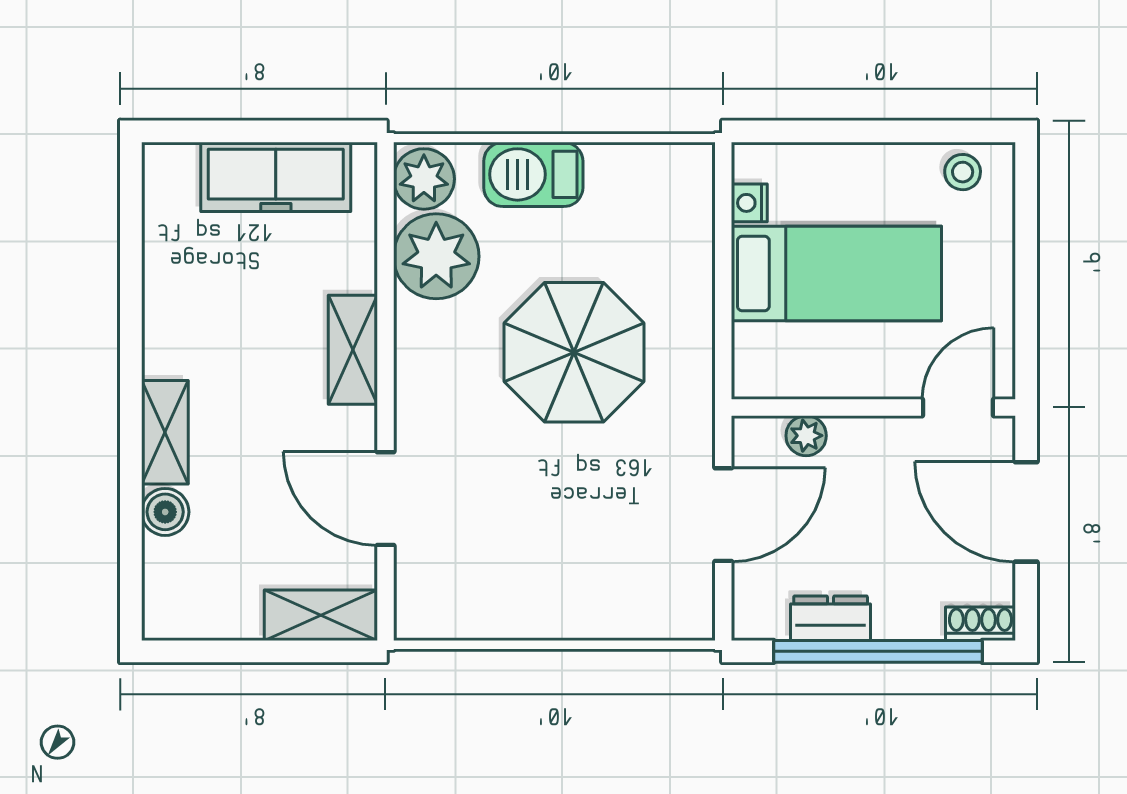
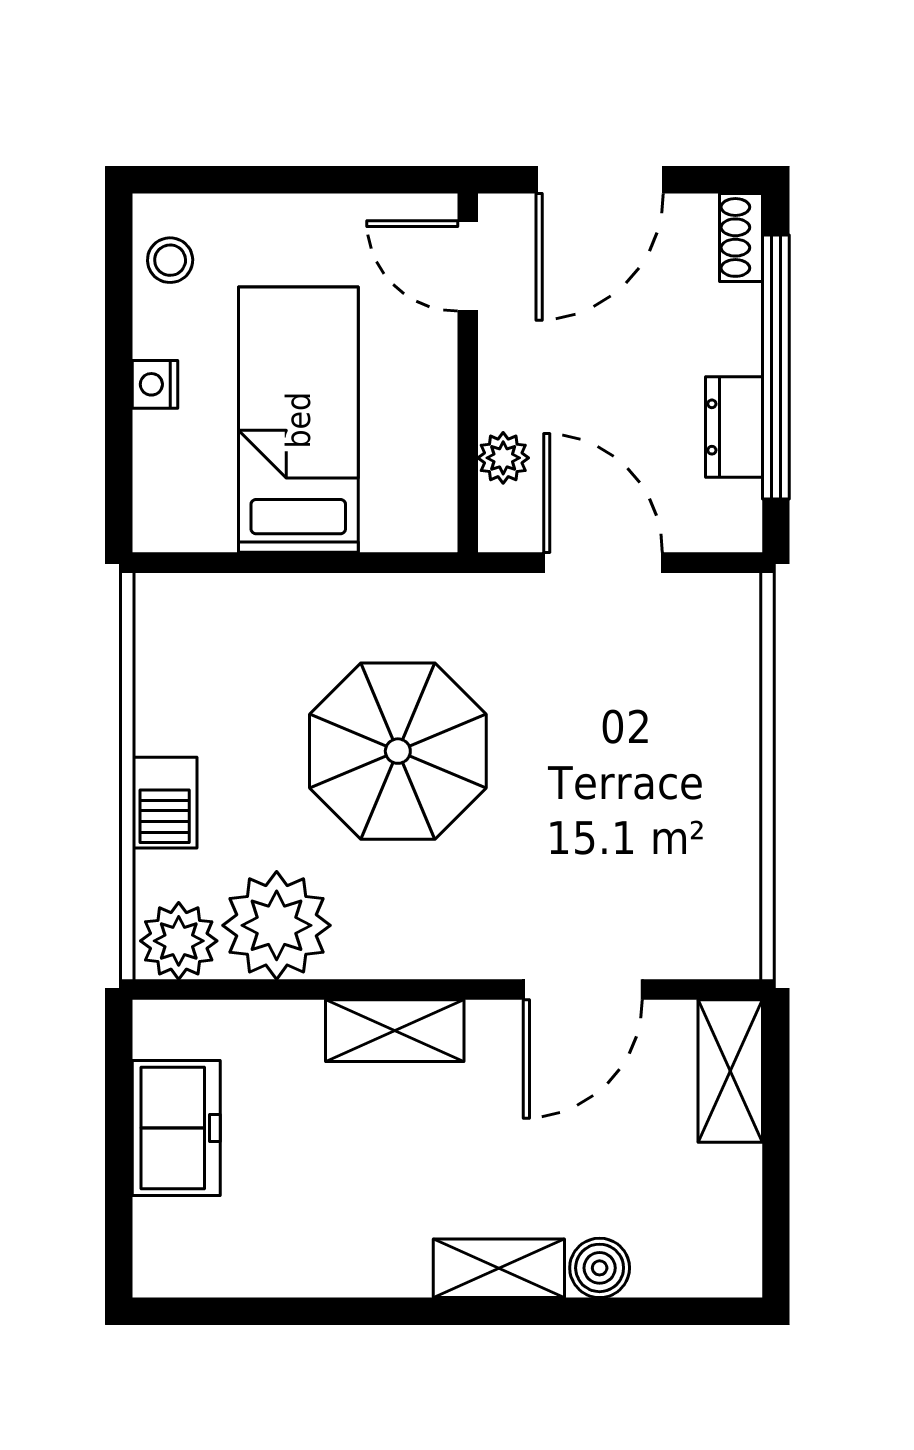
barbecue: (533, 174) -> (165, 803), width x0.73, depth x0.79
freezer: (276, 177) -> (176, 1128), width x0.71
nightstand: (749, 203) -> (155, 384), moved, turned 90

